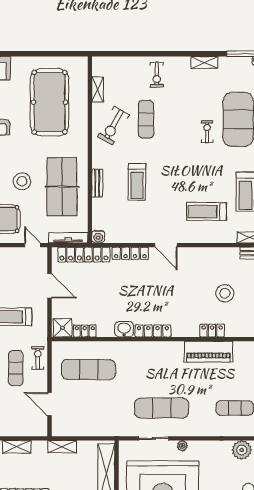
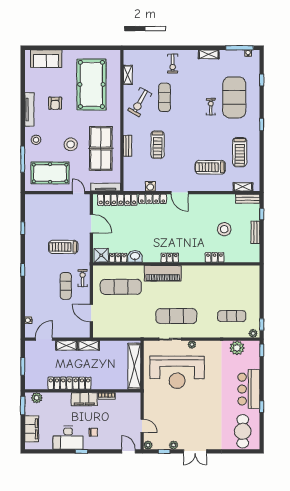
water cooler: (98, 237) -> (150, 186), moved
washbasin: (124, 329) -> (135, 256), moved
locker: (153, 331) -> (170, 258), width x0.66
piano: (209, 352) -> (163, 273), moved
shelving: (62, 447) -> (89, 345), moved

